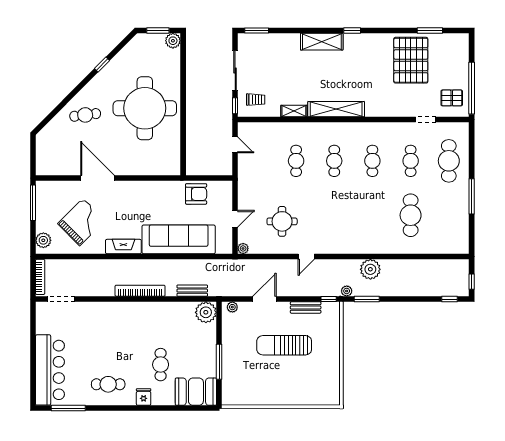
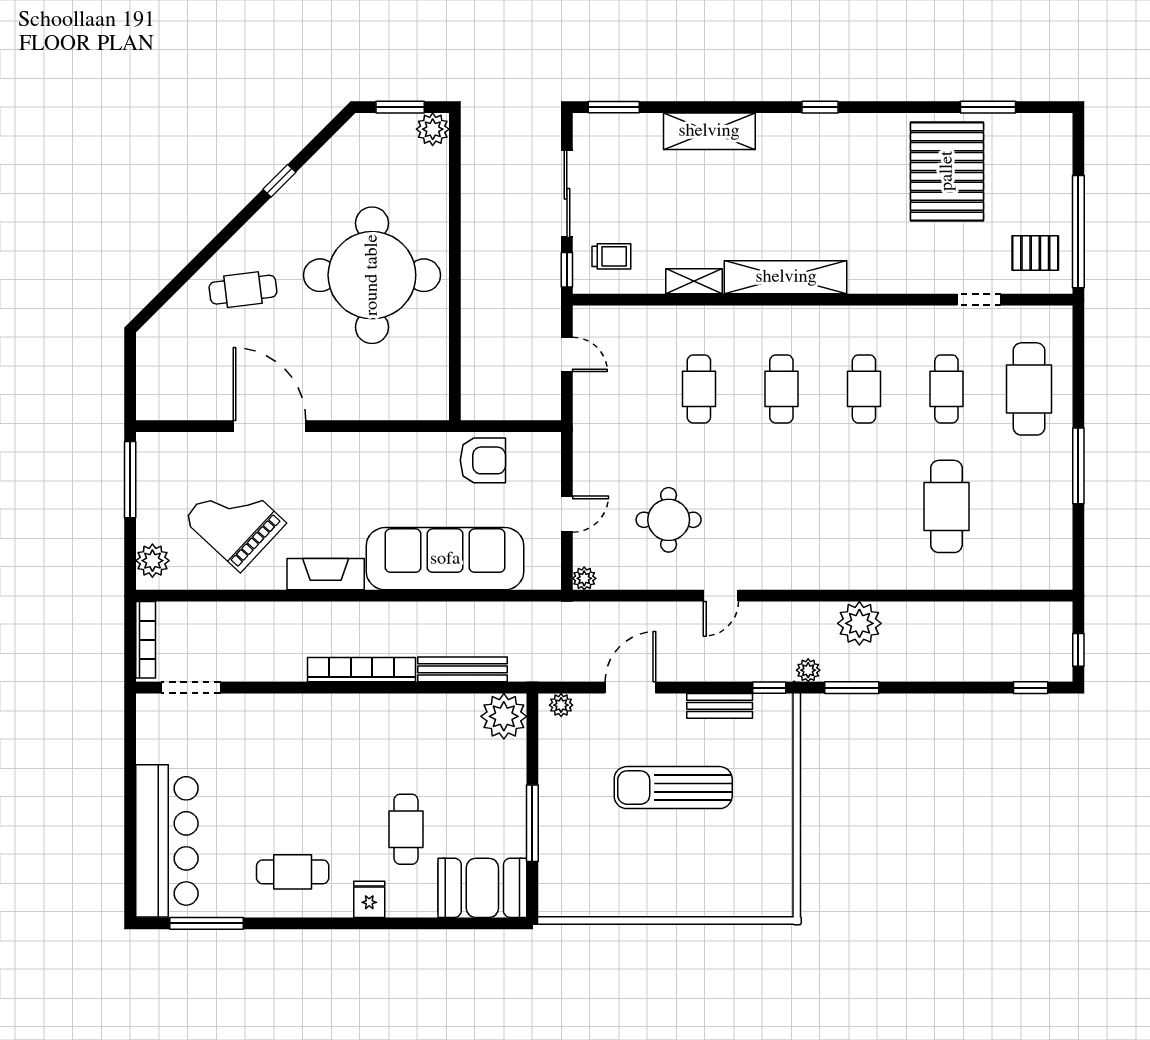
shelving: (322, 42) -> (709, 131), moved
grand piano: (81, 222) -> (235, 521), turned -92
bench: (192, 291) -> (462, 669), width x1.36

